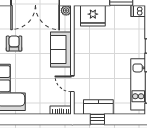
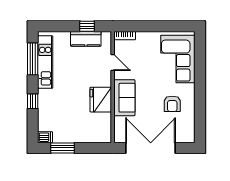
plant: (66, 10) -> (119, 138), removed
fridge: (93, 16) -> (101, 100), moved, turned -90

